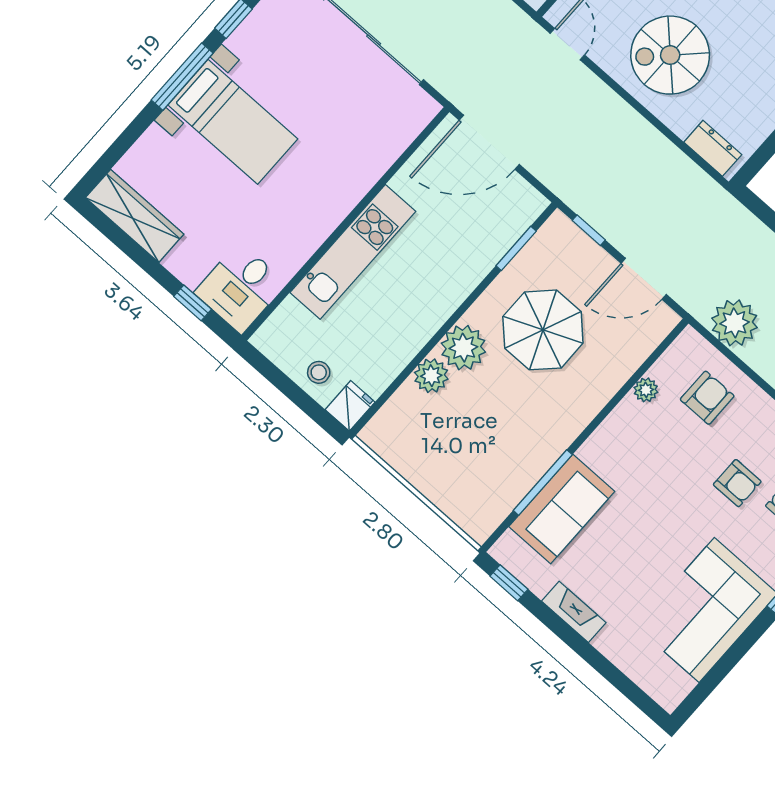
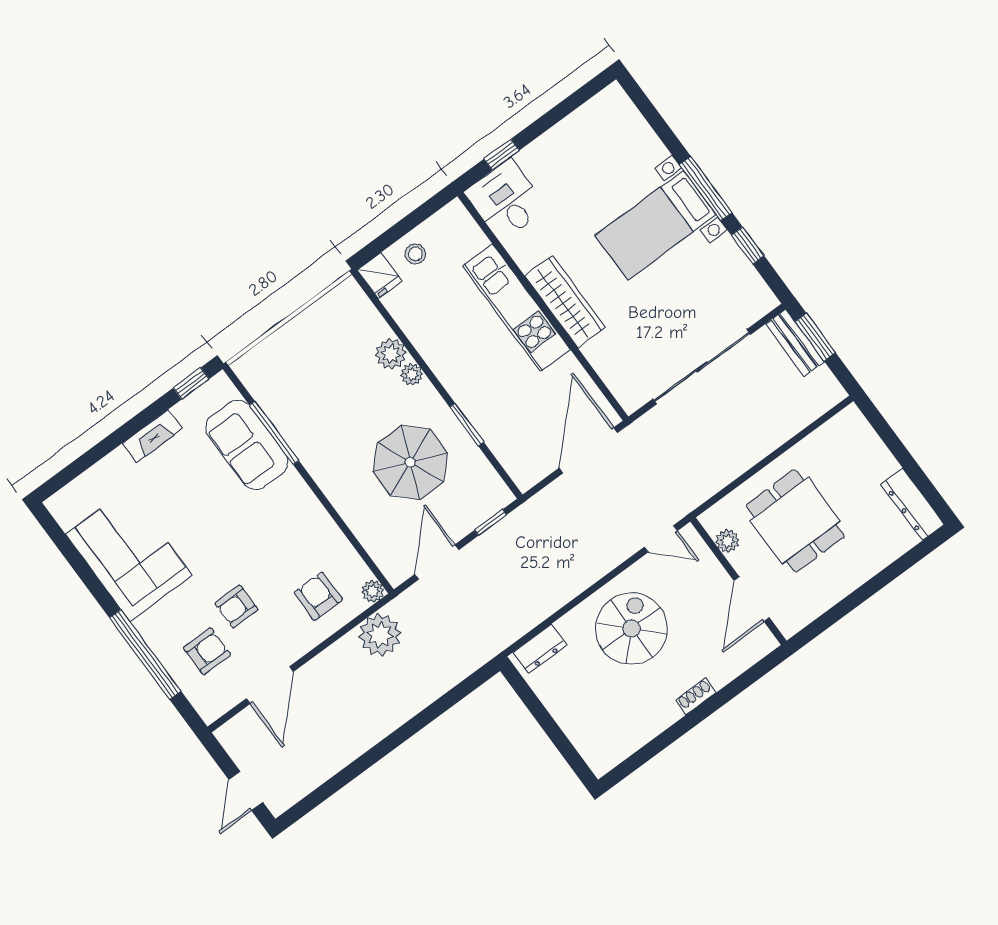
wardrobe: (135, 216) -> (565, 302), moved, turned -90
window: (516, 248) -> (467, 424), moved
plant: (463, 348) -> (412, 374), width x0.53, depth x0.53
plant: (646, 390) -> (373, 591), moved
armchair: (707, 398) -> (318, 596), turned 180

